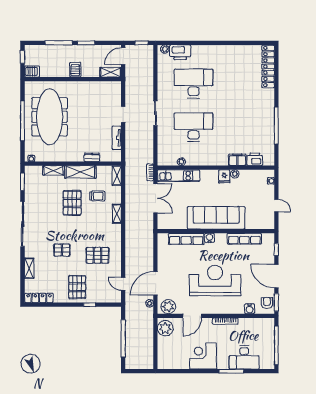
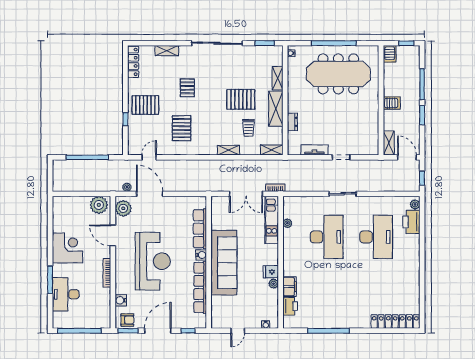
row of seats: (244, 239) -> (200, 287), width x1.36

